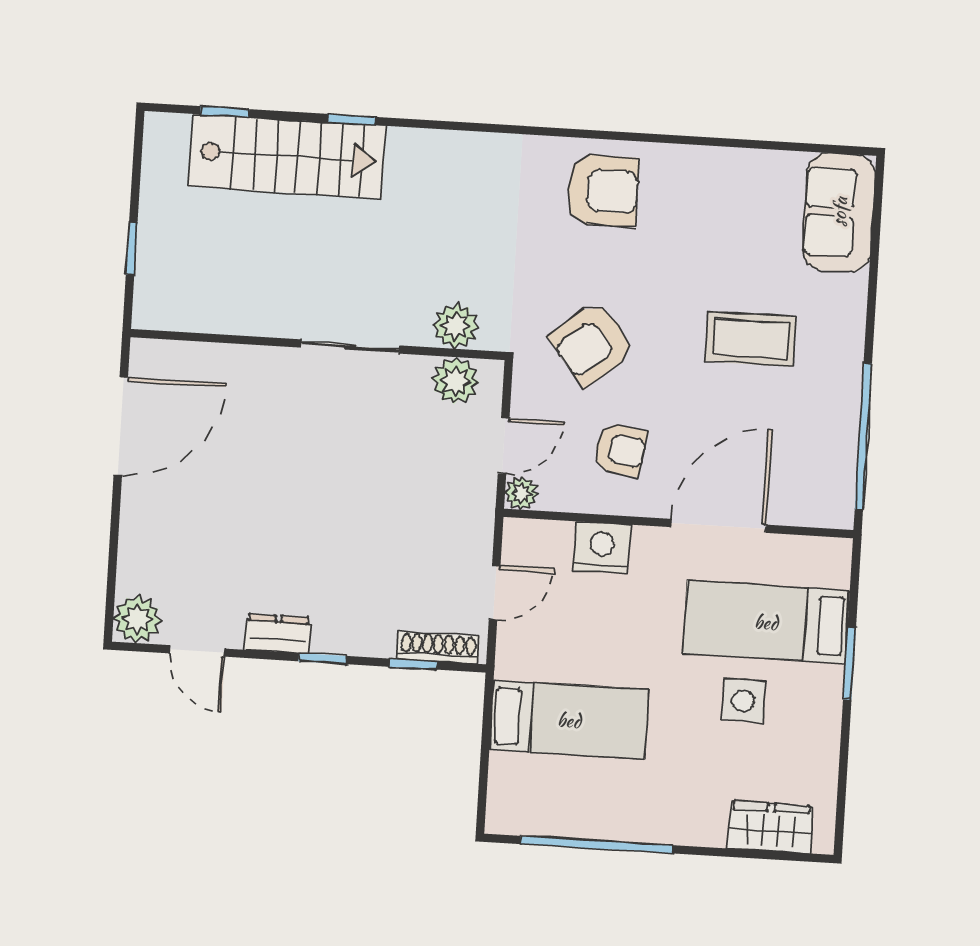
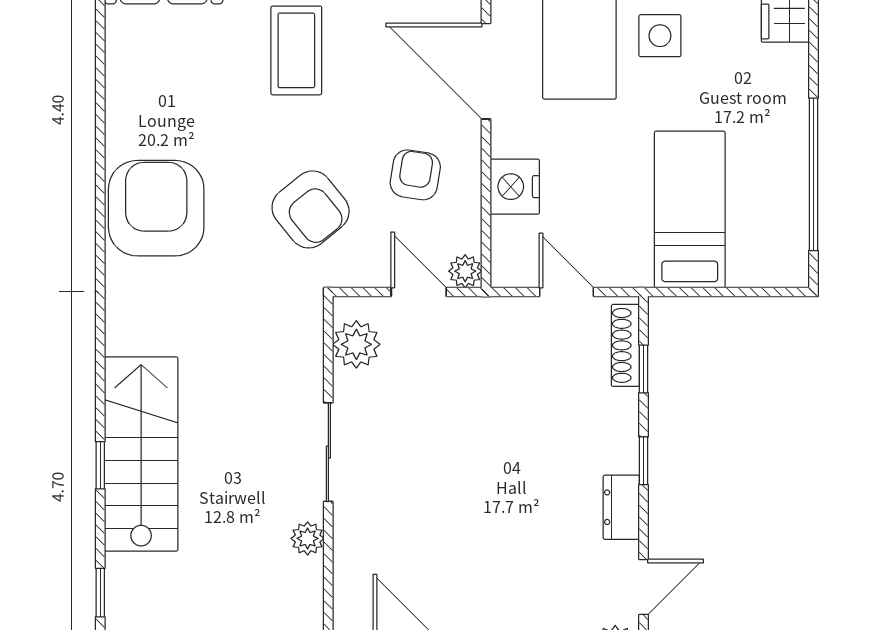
stairs: (287, 156) -> (141, 454), moved
armchair: (603, 191) -> (156, 208), width x1.36, depth x1.36
plant: (456, 326) -> (308, 538), moved, width x0.73, depth x0.73

